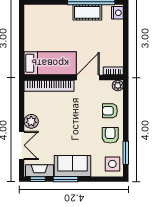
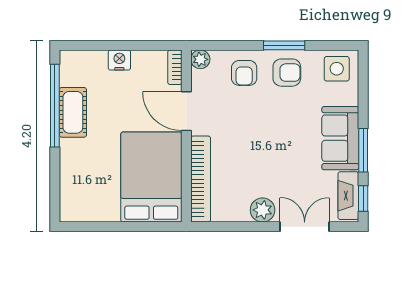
nightstand: (117, 13) -> (119, 60), moved
bed: (50, 63) -> (151, 177), width x1.50
armchair: (110, 135) -> (287, 73), turned 180
window: (126, 153) -> (284, 45), moved

